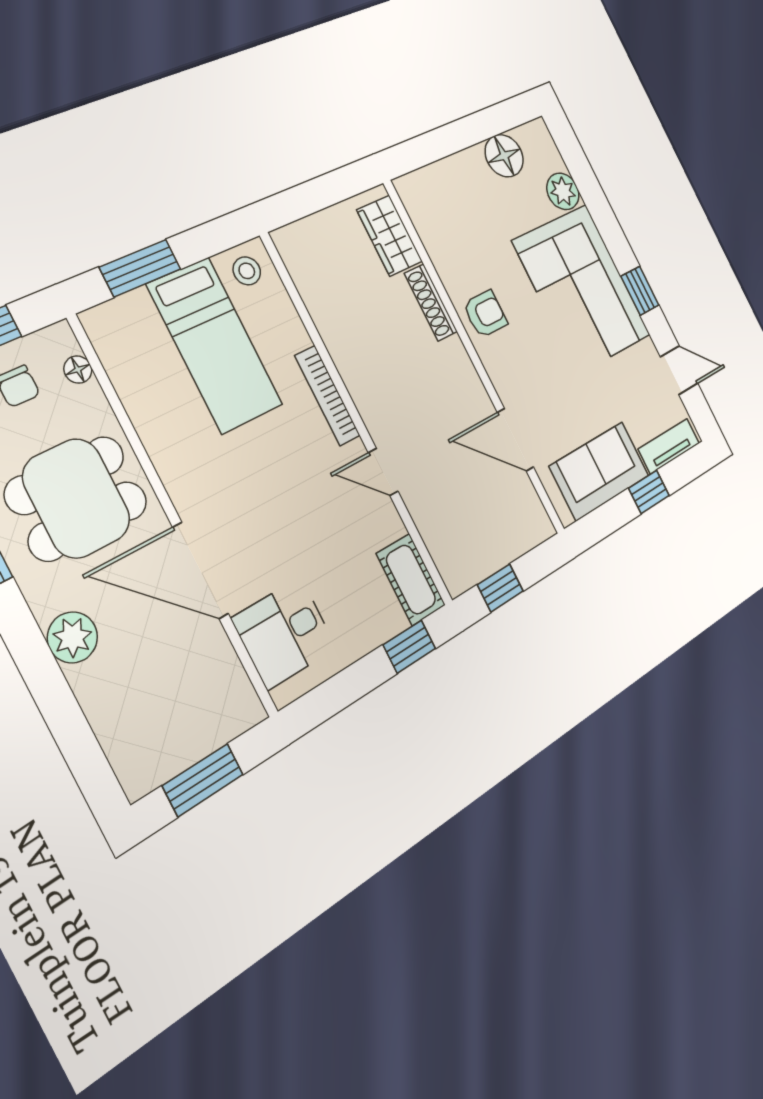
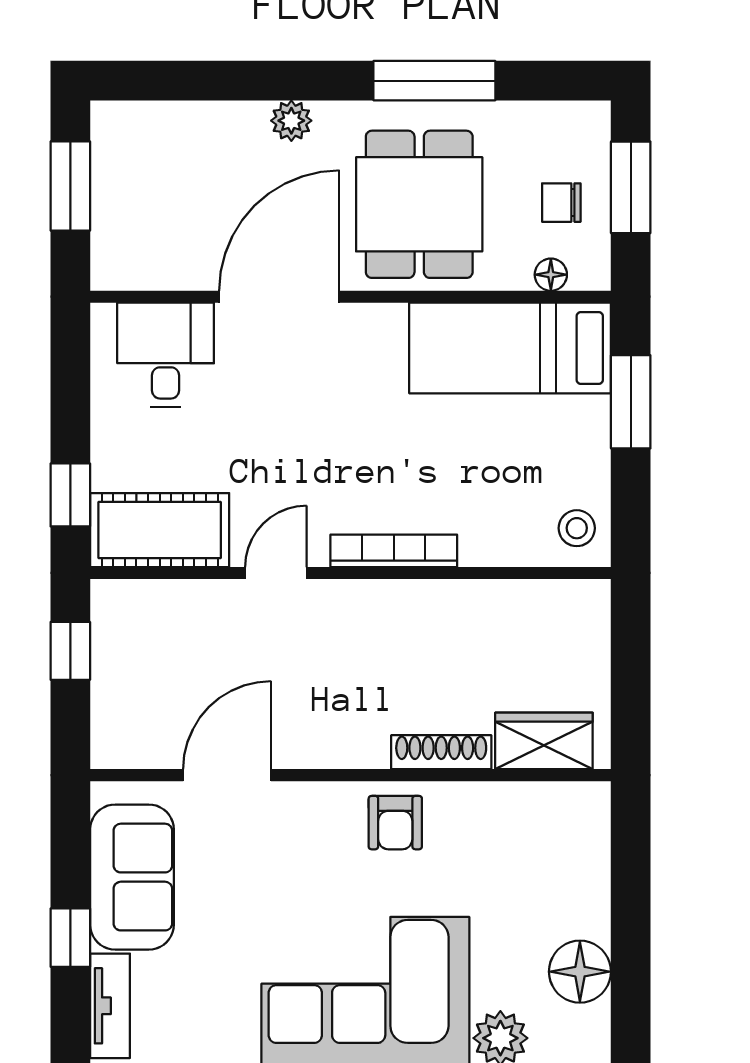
bed: (215, 345) -> (510, 348), moved
cot: (411, 579) -> (160, 530), width x1.37, depth x1.34
plant: (72, 637) -> (291, 121), width x0.73, depth x0.73

